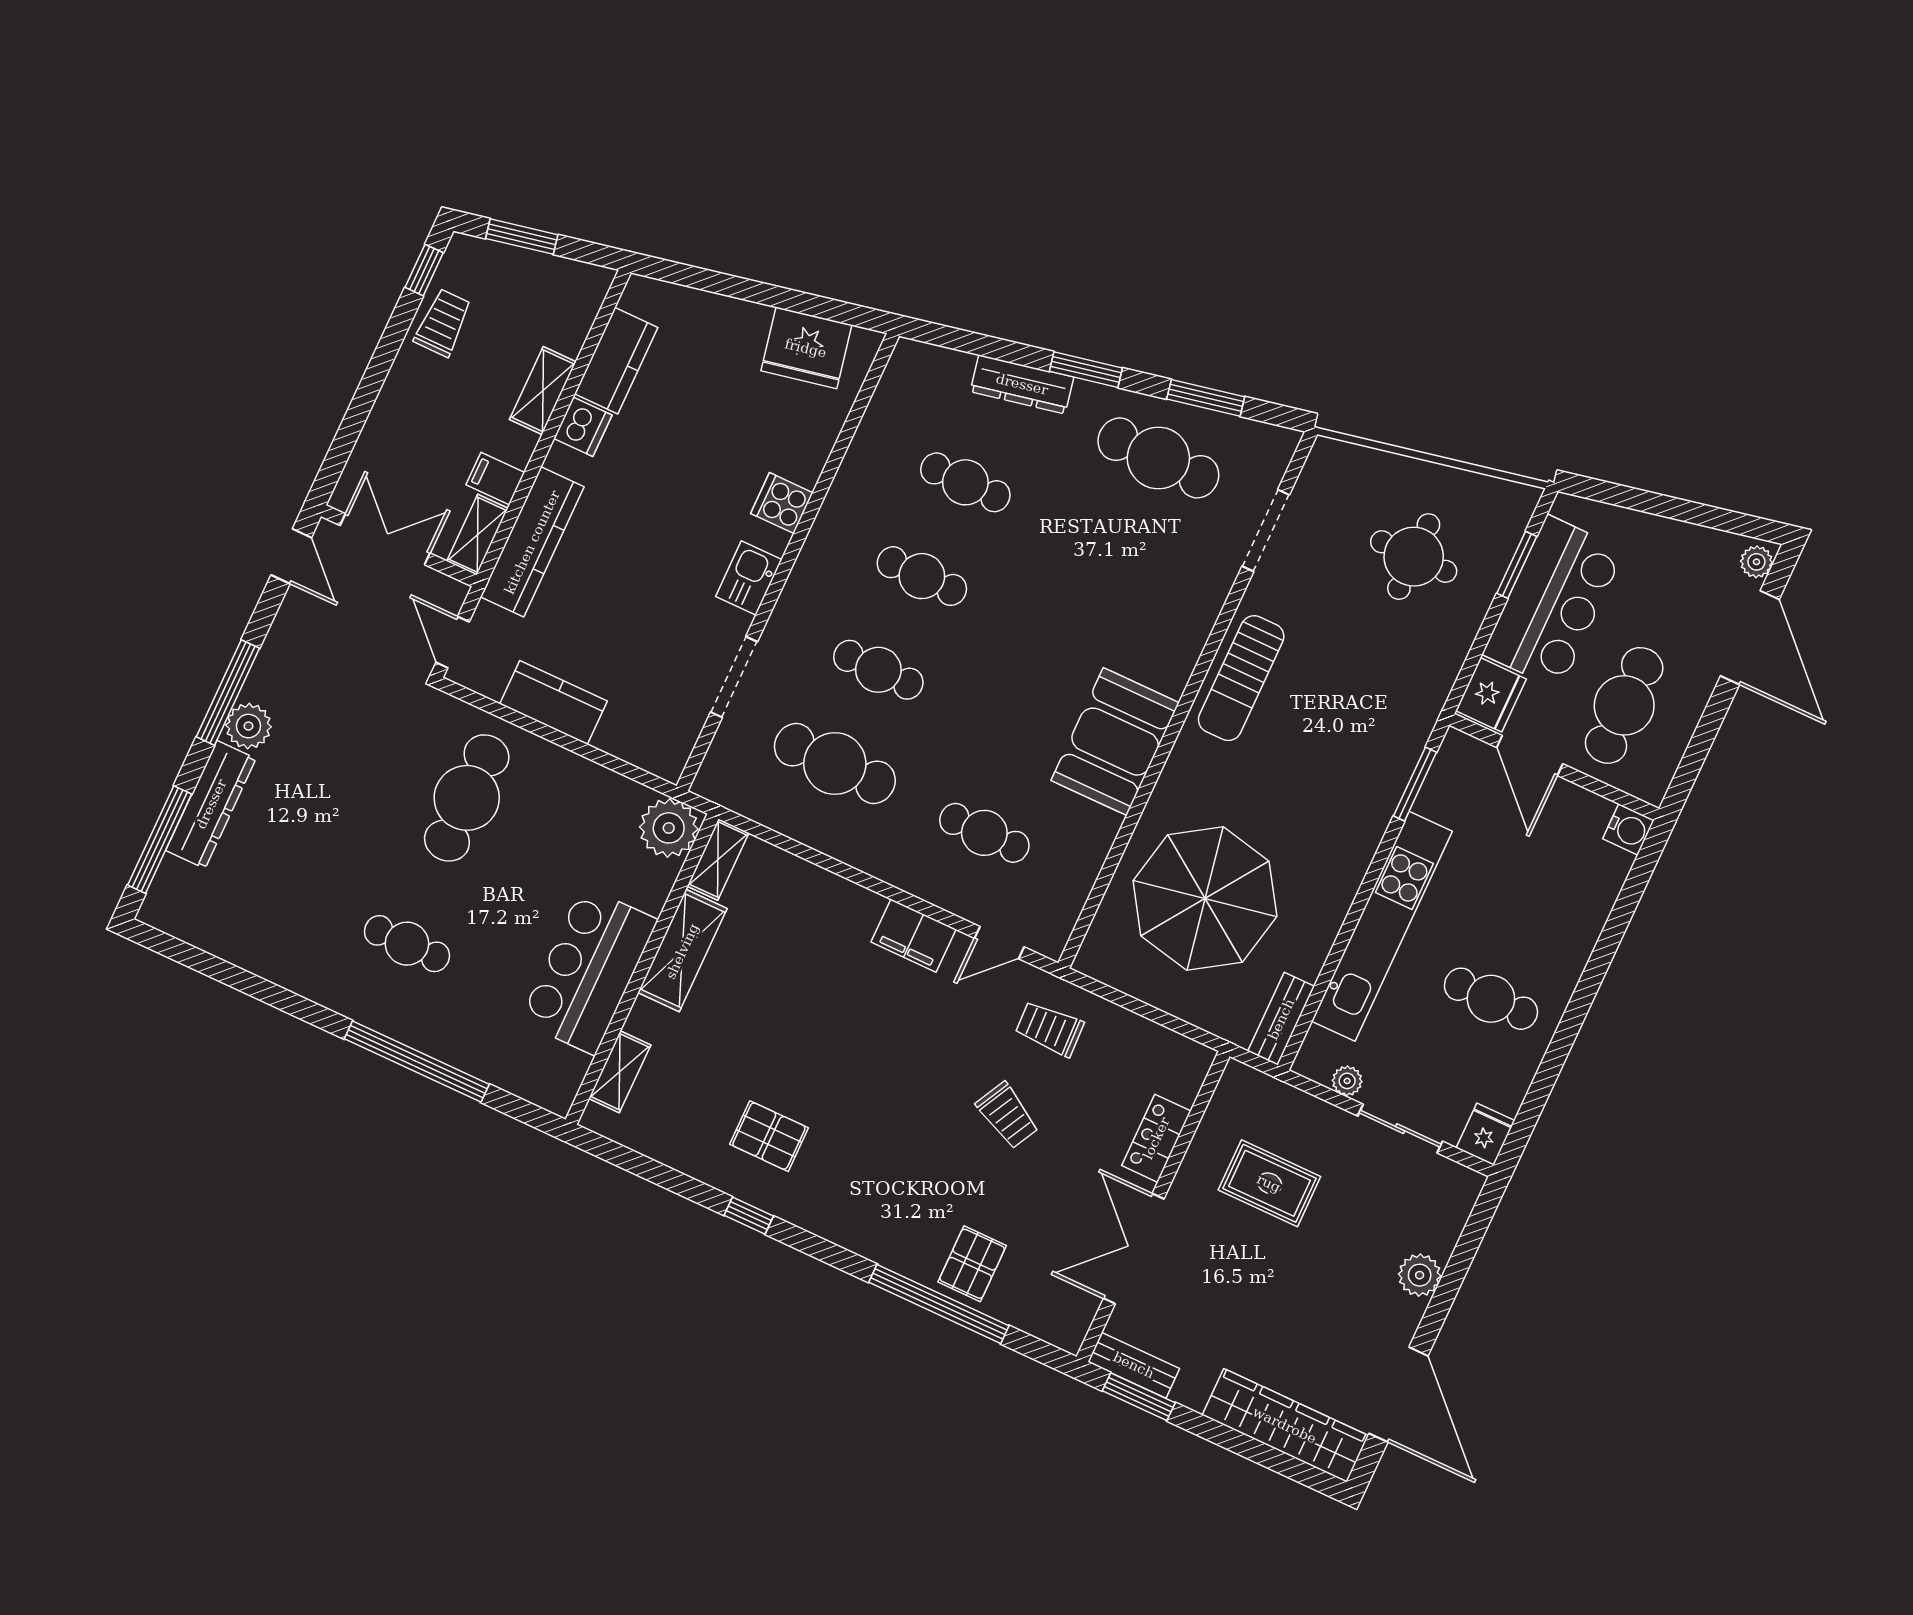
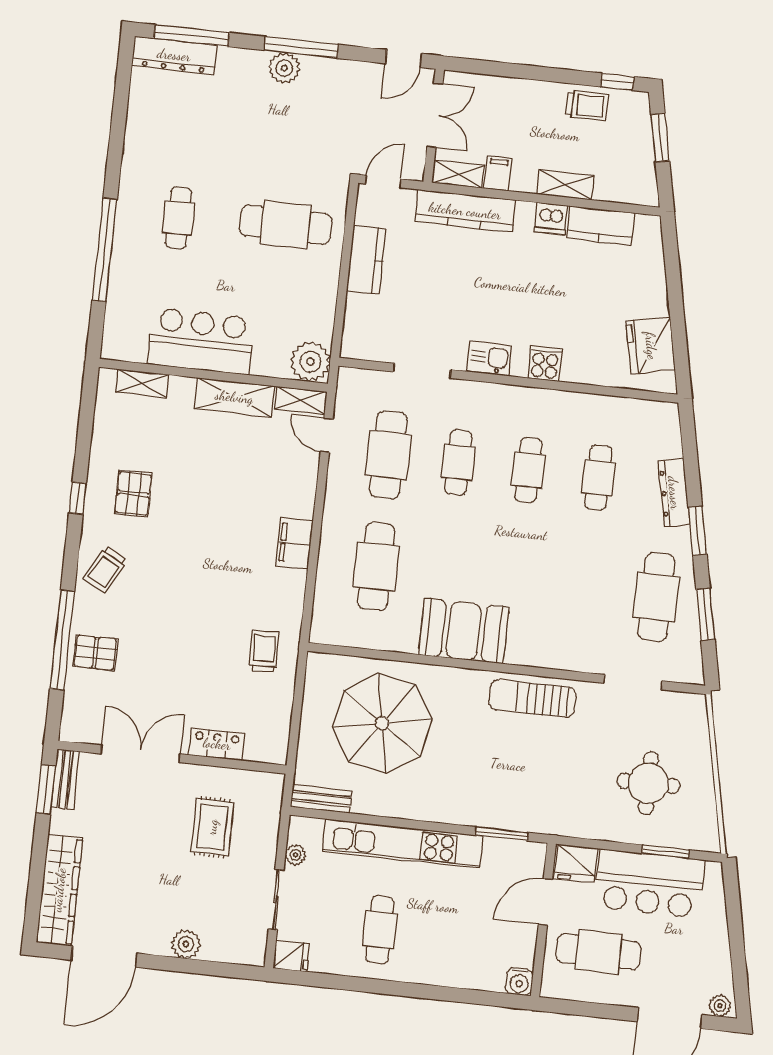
dresser: (211, 804) -> (174, 55), moved
cafe table: (984, 833) -> (376, 566), width x1.37, depth x1.35
door: (999, 943) -> (327, 435), moved
trolley: (1007, 1115) -> (105, 570), moved

